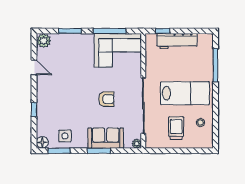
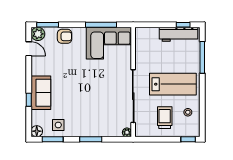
window: (70, 31) -> (48, 25), moved
window: (163, 31) -> (183, 25), moved
workbench: (177, 41) -> (179, 34), moved
door: (34, 67) -> (29, 49), moved
armchair: (106, 99) -> (65, 36), moved
sofa: (106, 138) -> (41, 93), moved, turned 90
window: (201, 151) -> (188, 139), added

